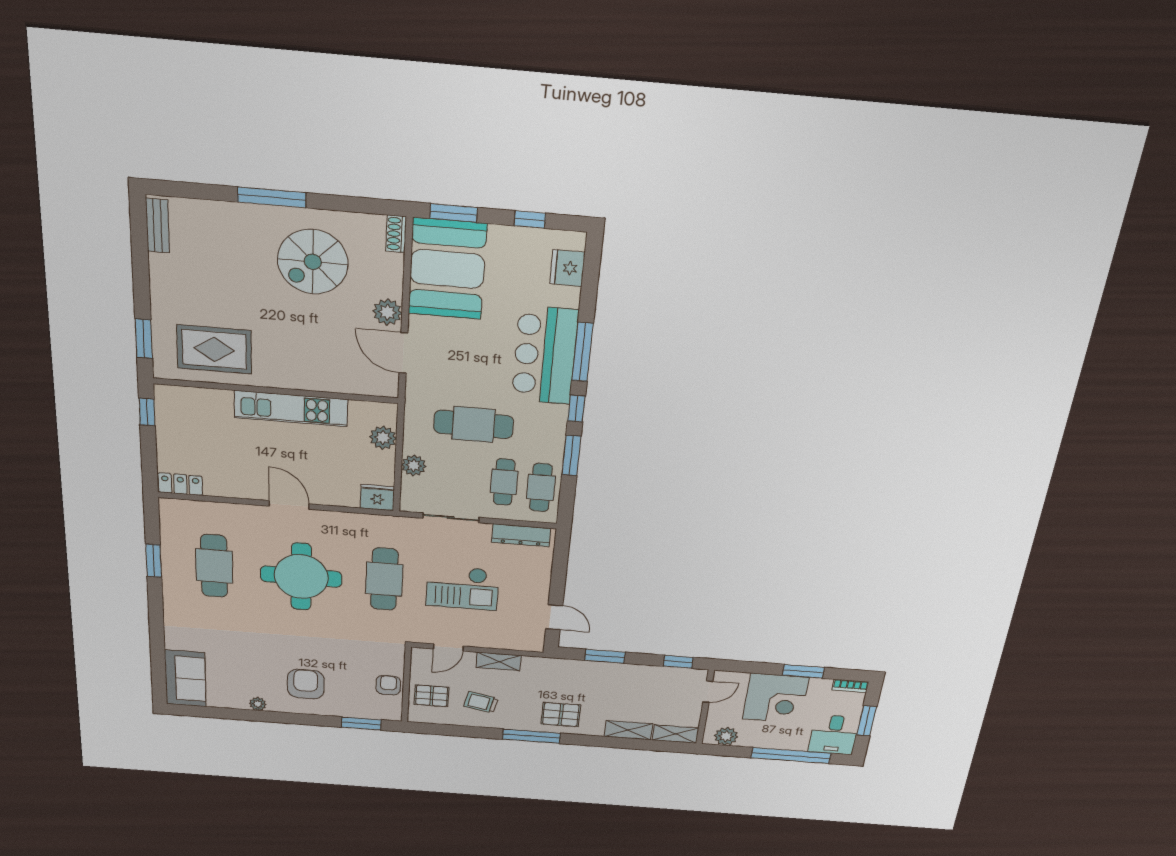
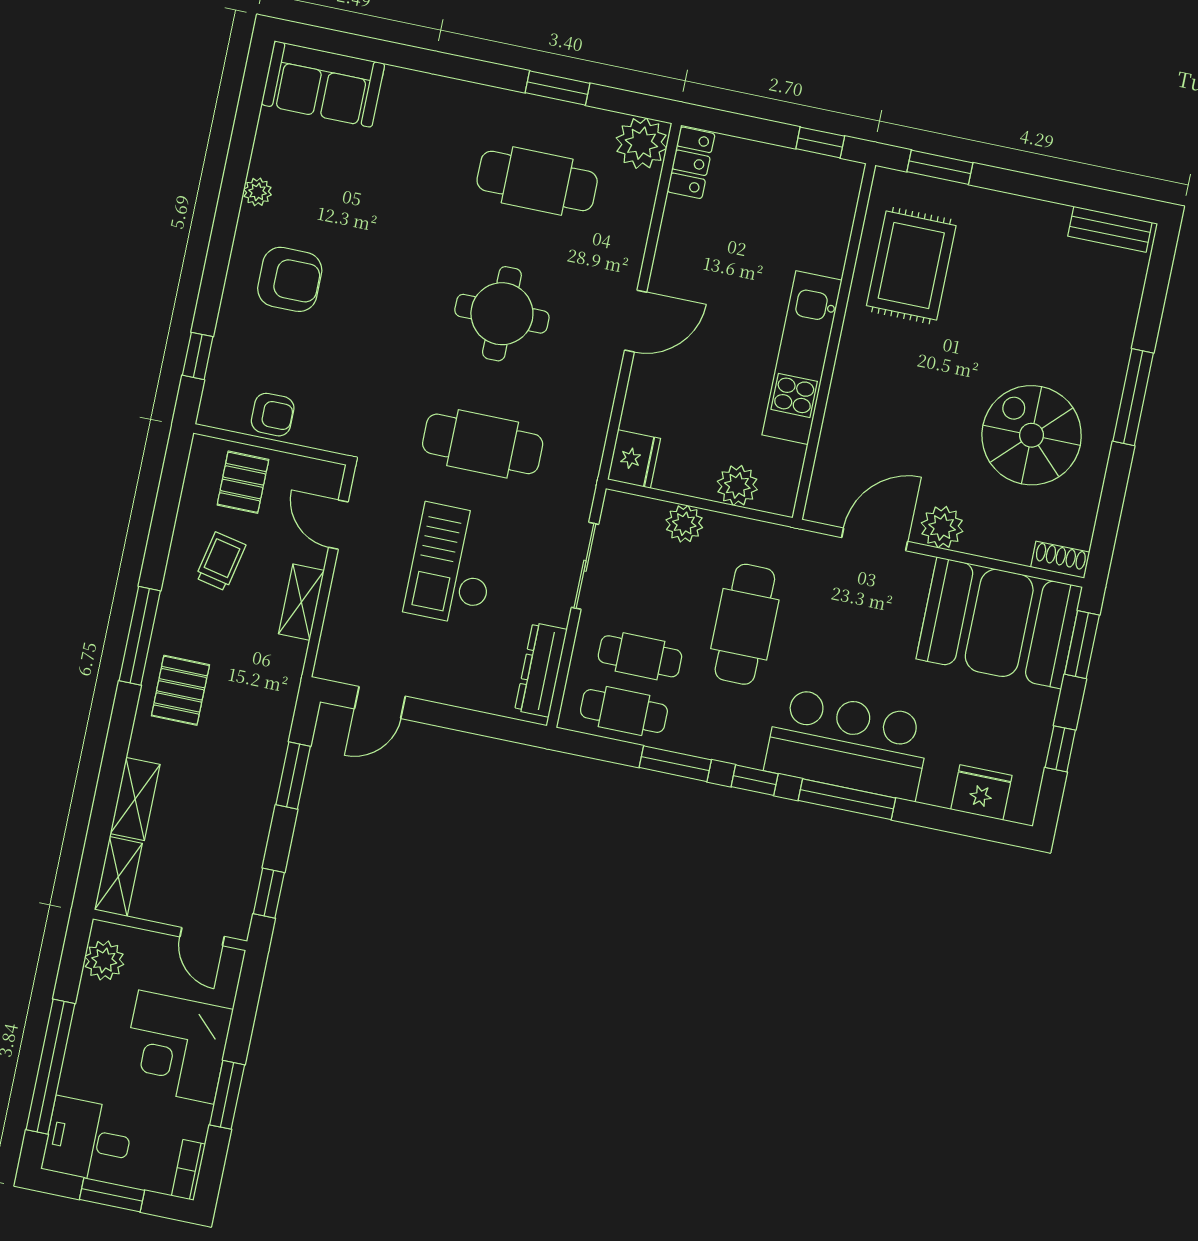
plant: (175, 513) -> (641, 143), added
round table: (301, 577) -> (502, 314), width x0.73, depth x0.73
window: (361, 724) -> (198, 356), width x0.67

